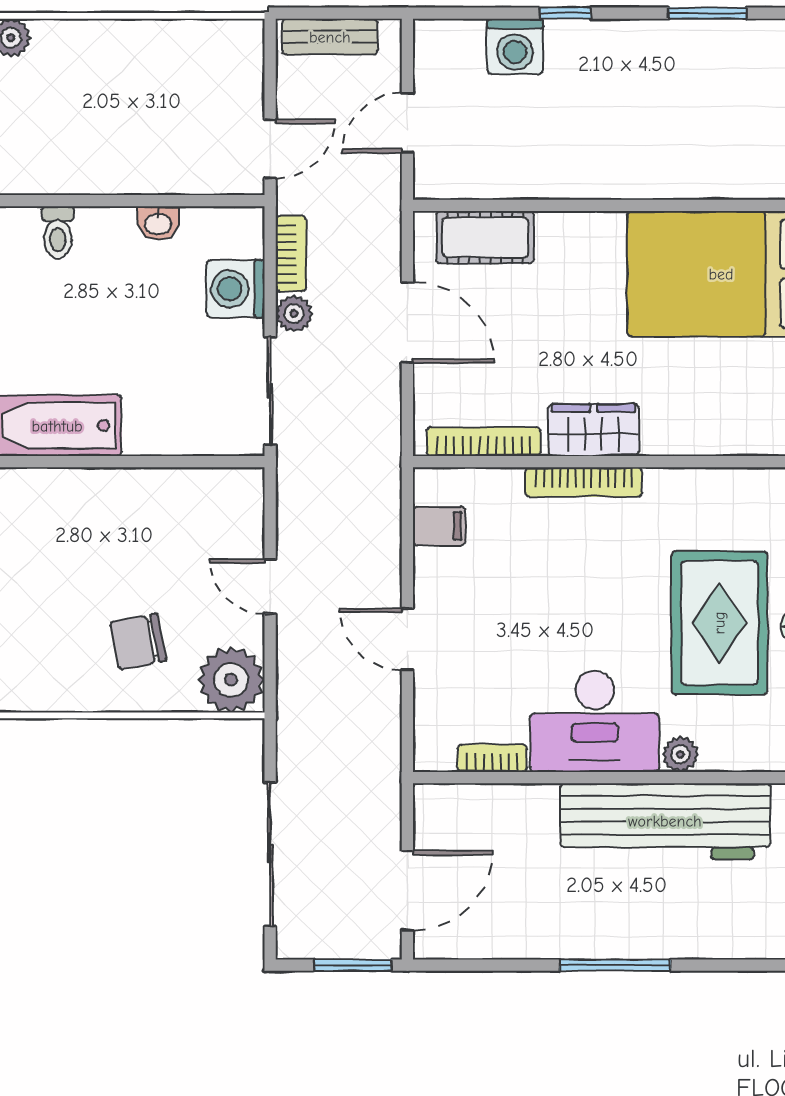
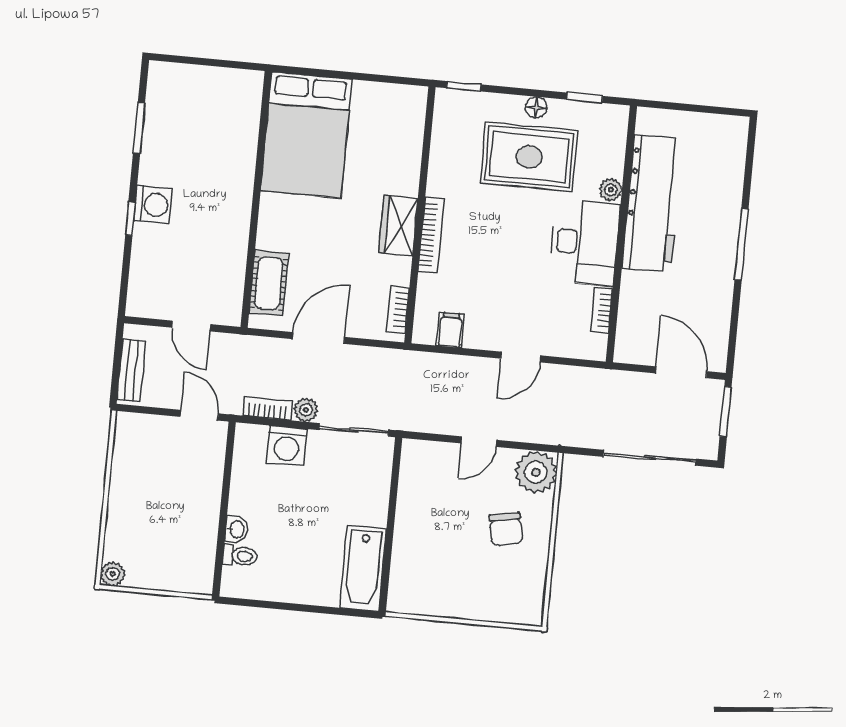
washing machine: (515, 46) -> (153, 205), moved
washbasin: (158, 223) -> (236, 529), moved
bookcase: (484, 442) -> (398, 310), width x0.64

